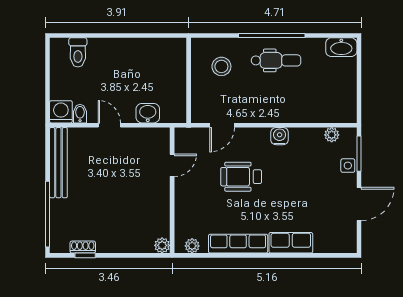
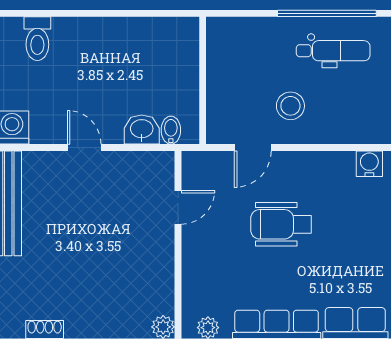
stool: (221, 66) -> (290, 106), moved
bidet: (80, 114) -> (171, 130), moved
water cooler: (280, 136) -> (369, 164), moved

